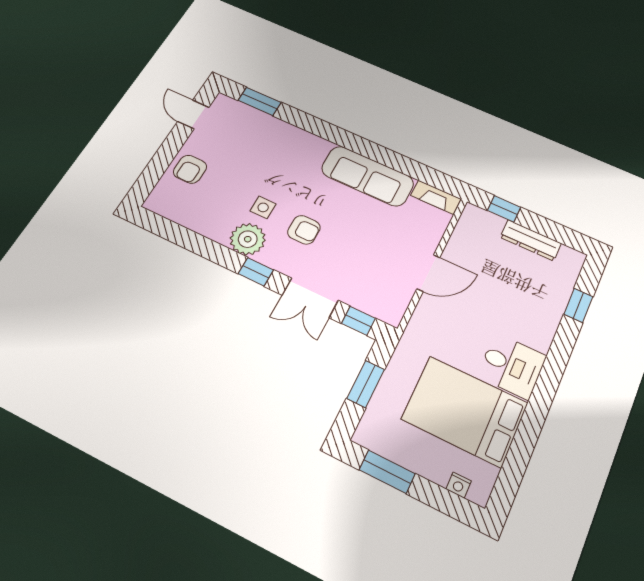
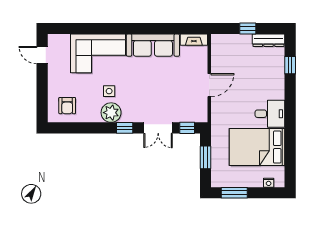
window: (260, 101) -> (73, 28), removed
corner sofa: (277, 149) -> (98, 53), added
armchair: (190, 169) -> (67, 106), moved
window: (504, 209) -> (248, 28), moved
armchair: (304, 230) -> (136, 93), removed
dresser: (531, 240) -> (269, 40), moved

